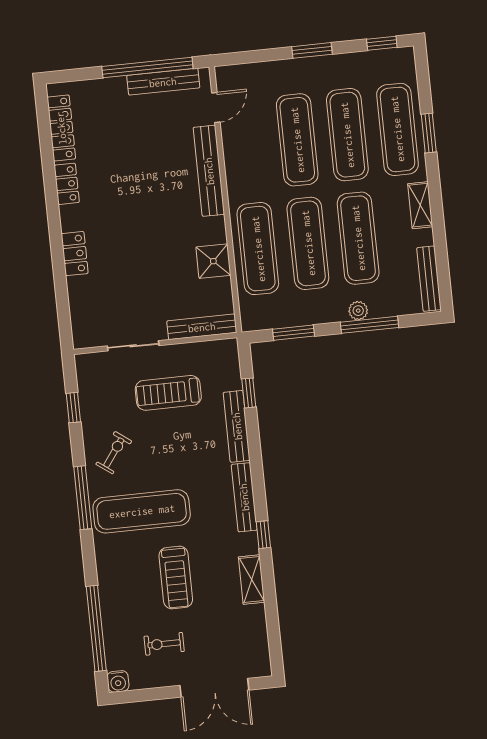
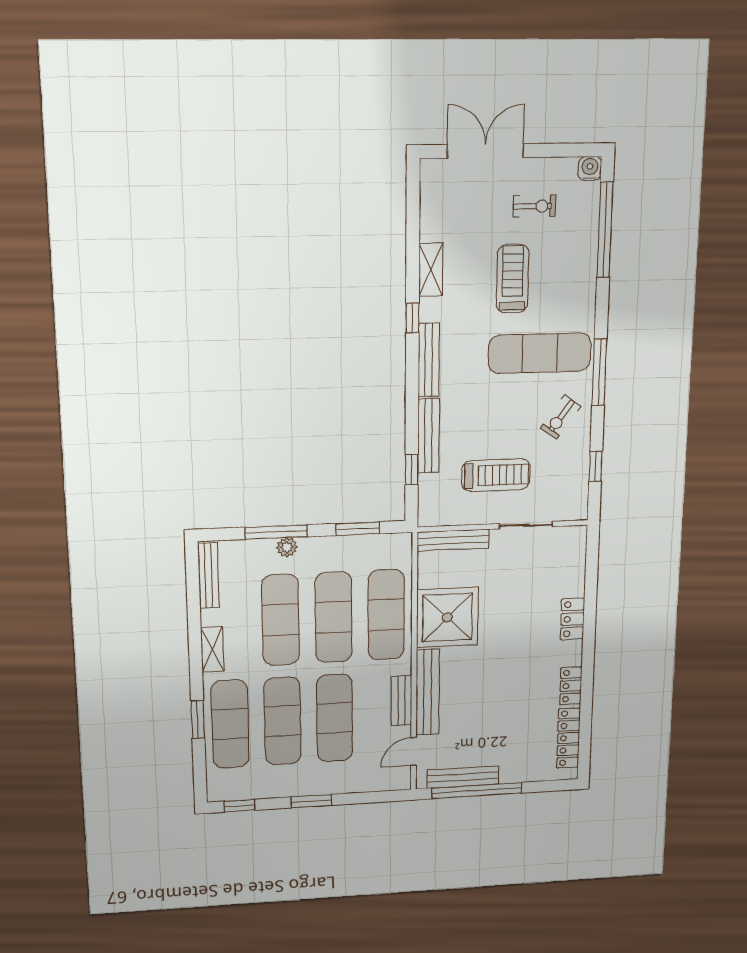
bench: (234, 161) -> (401, 701), added
shower: (213, 261) -> (447, 617), width x1.86, depth x1.86

